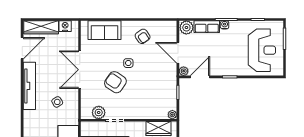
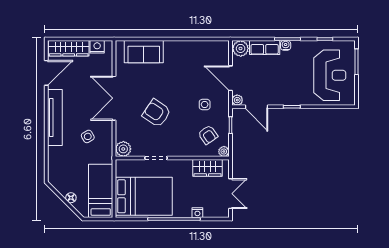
armchair: (143, 36) -> (208, 135), moved
side table: (128, 63) -> (205, 104), moved
door: (200, 77) -> (256, 107), swing flipped
plant: (99, 112) -> (123, 149), moved

